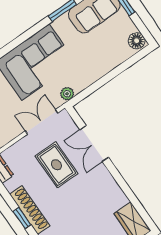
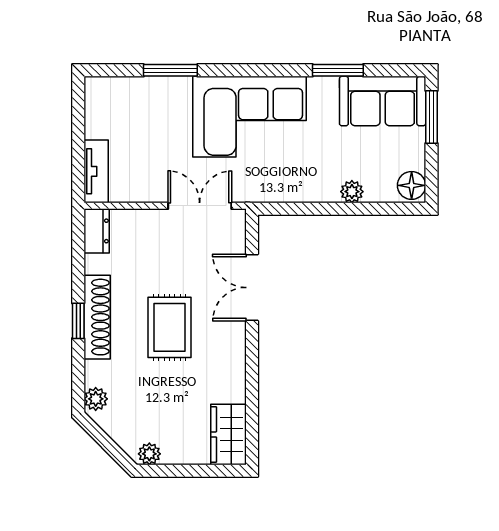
plant: (67, 94) -> (352, 192), moved
rug: (56, 165) -> (170, 327), moved

